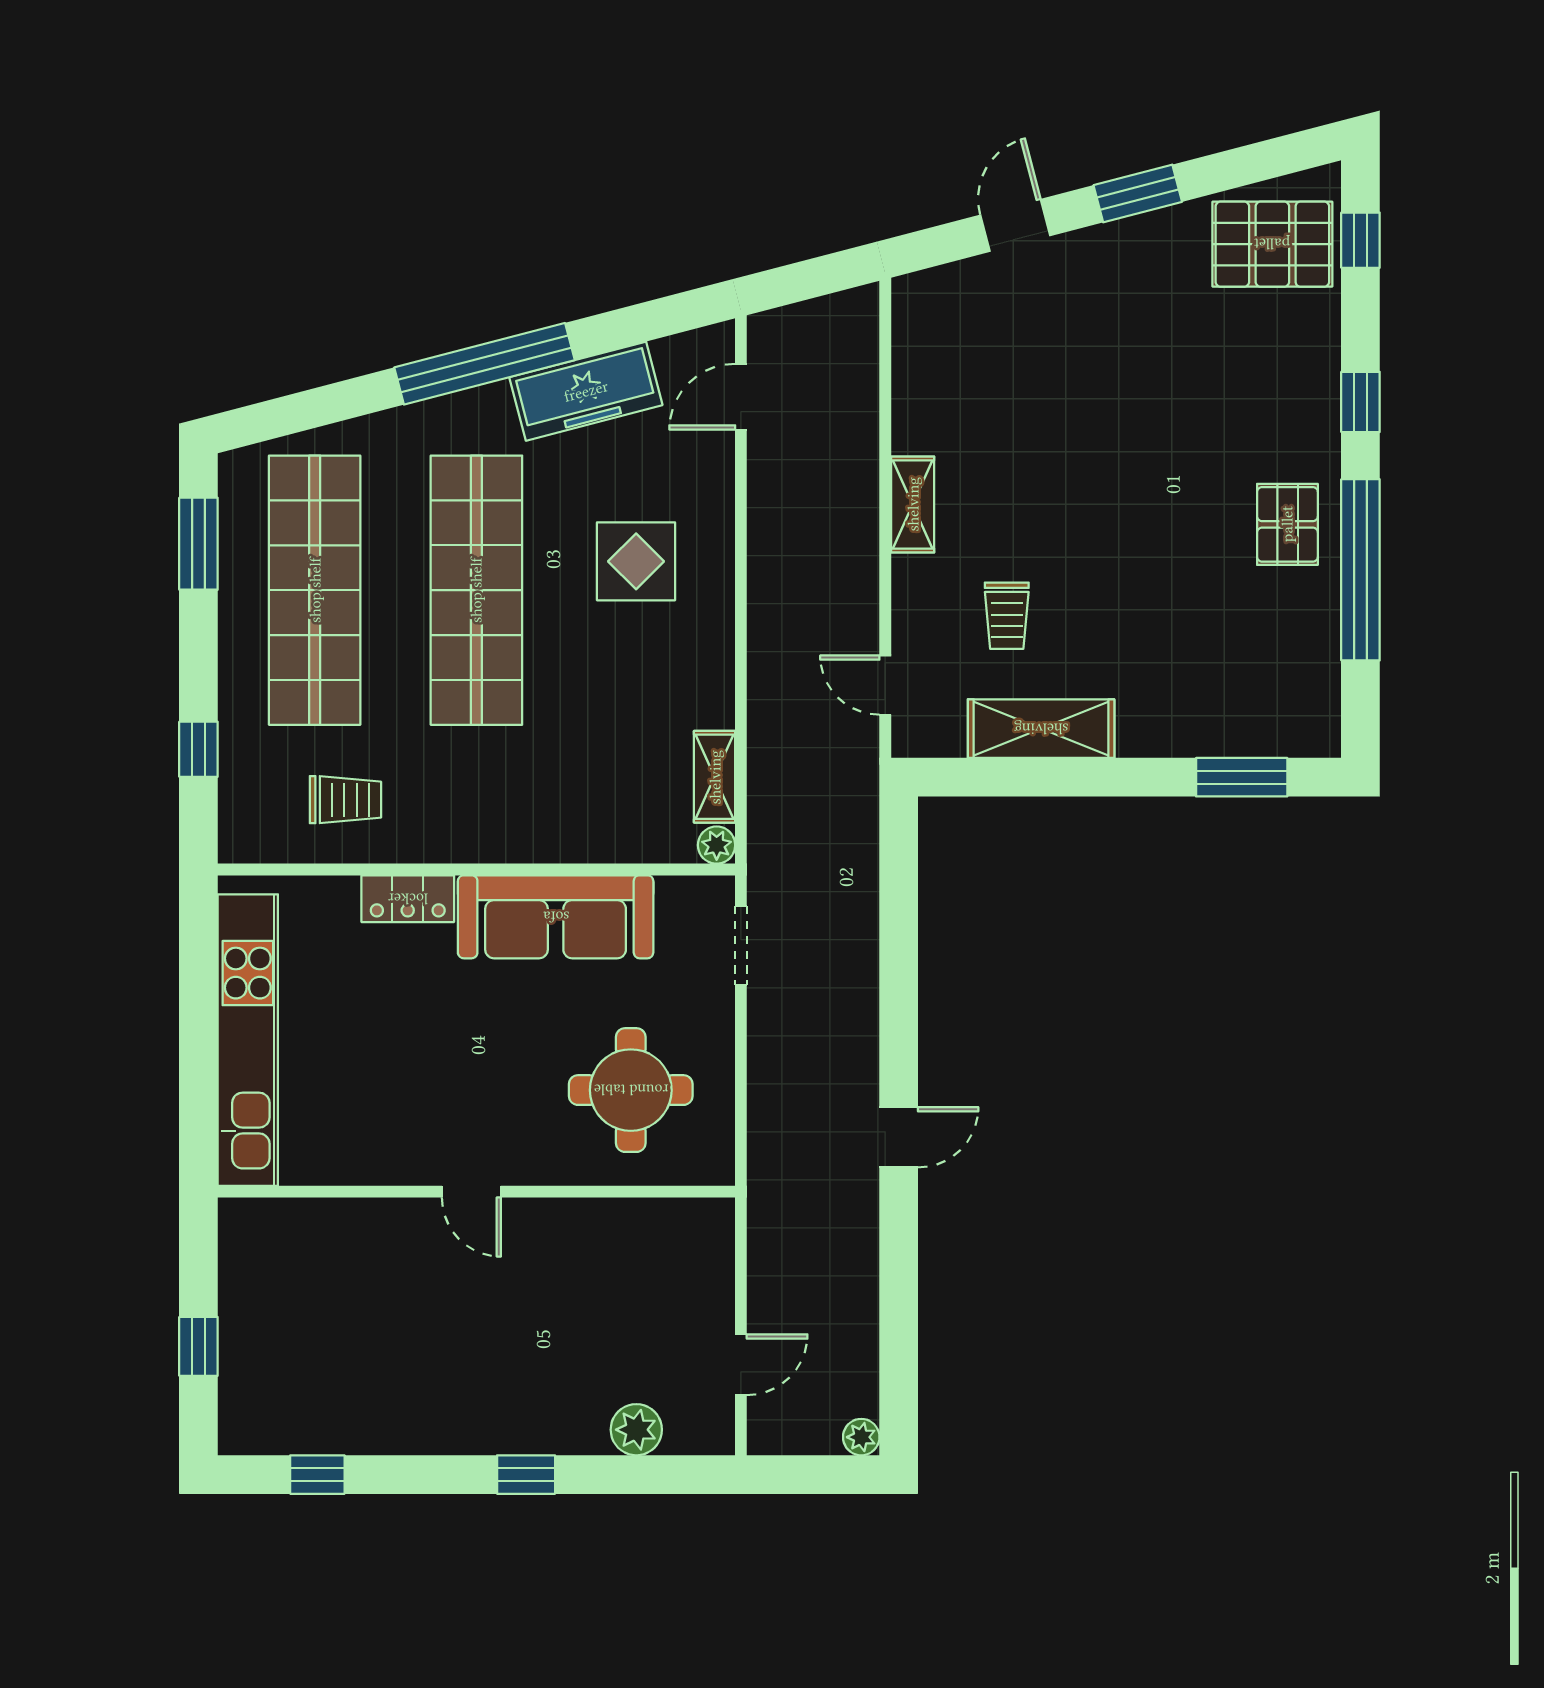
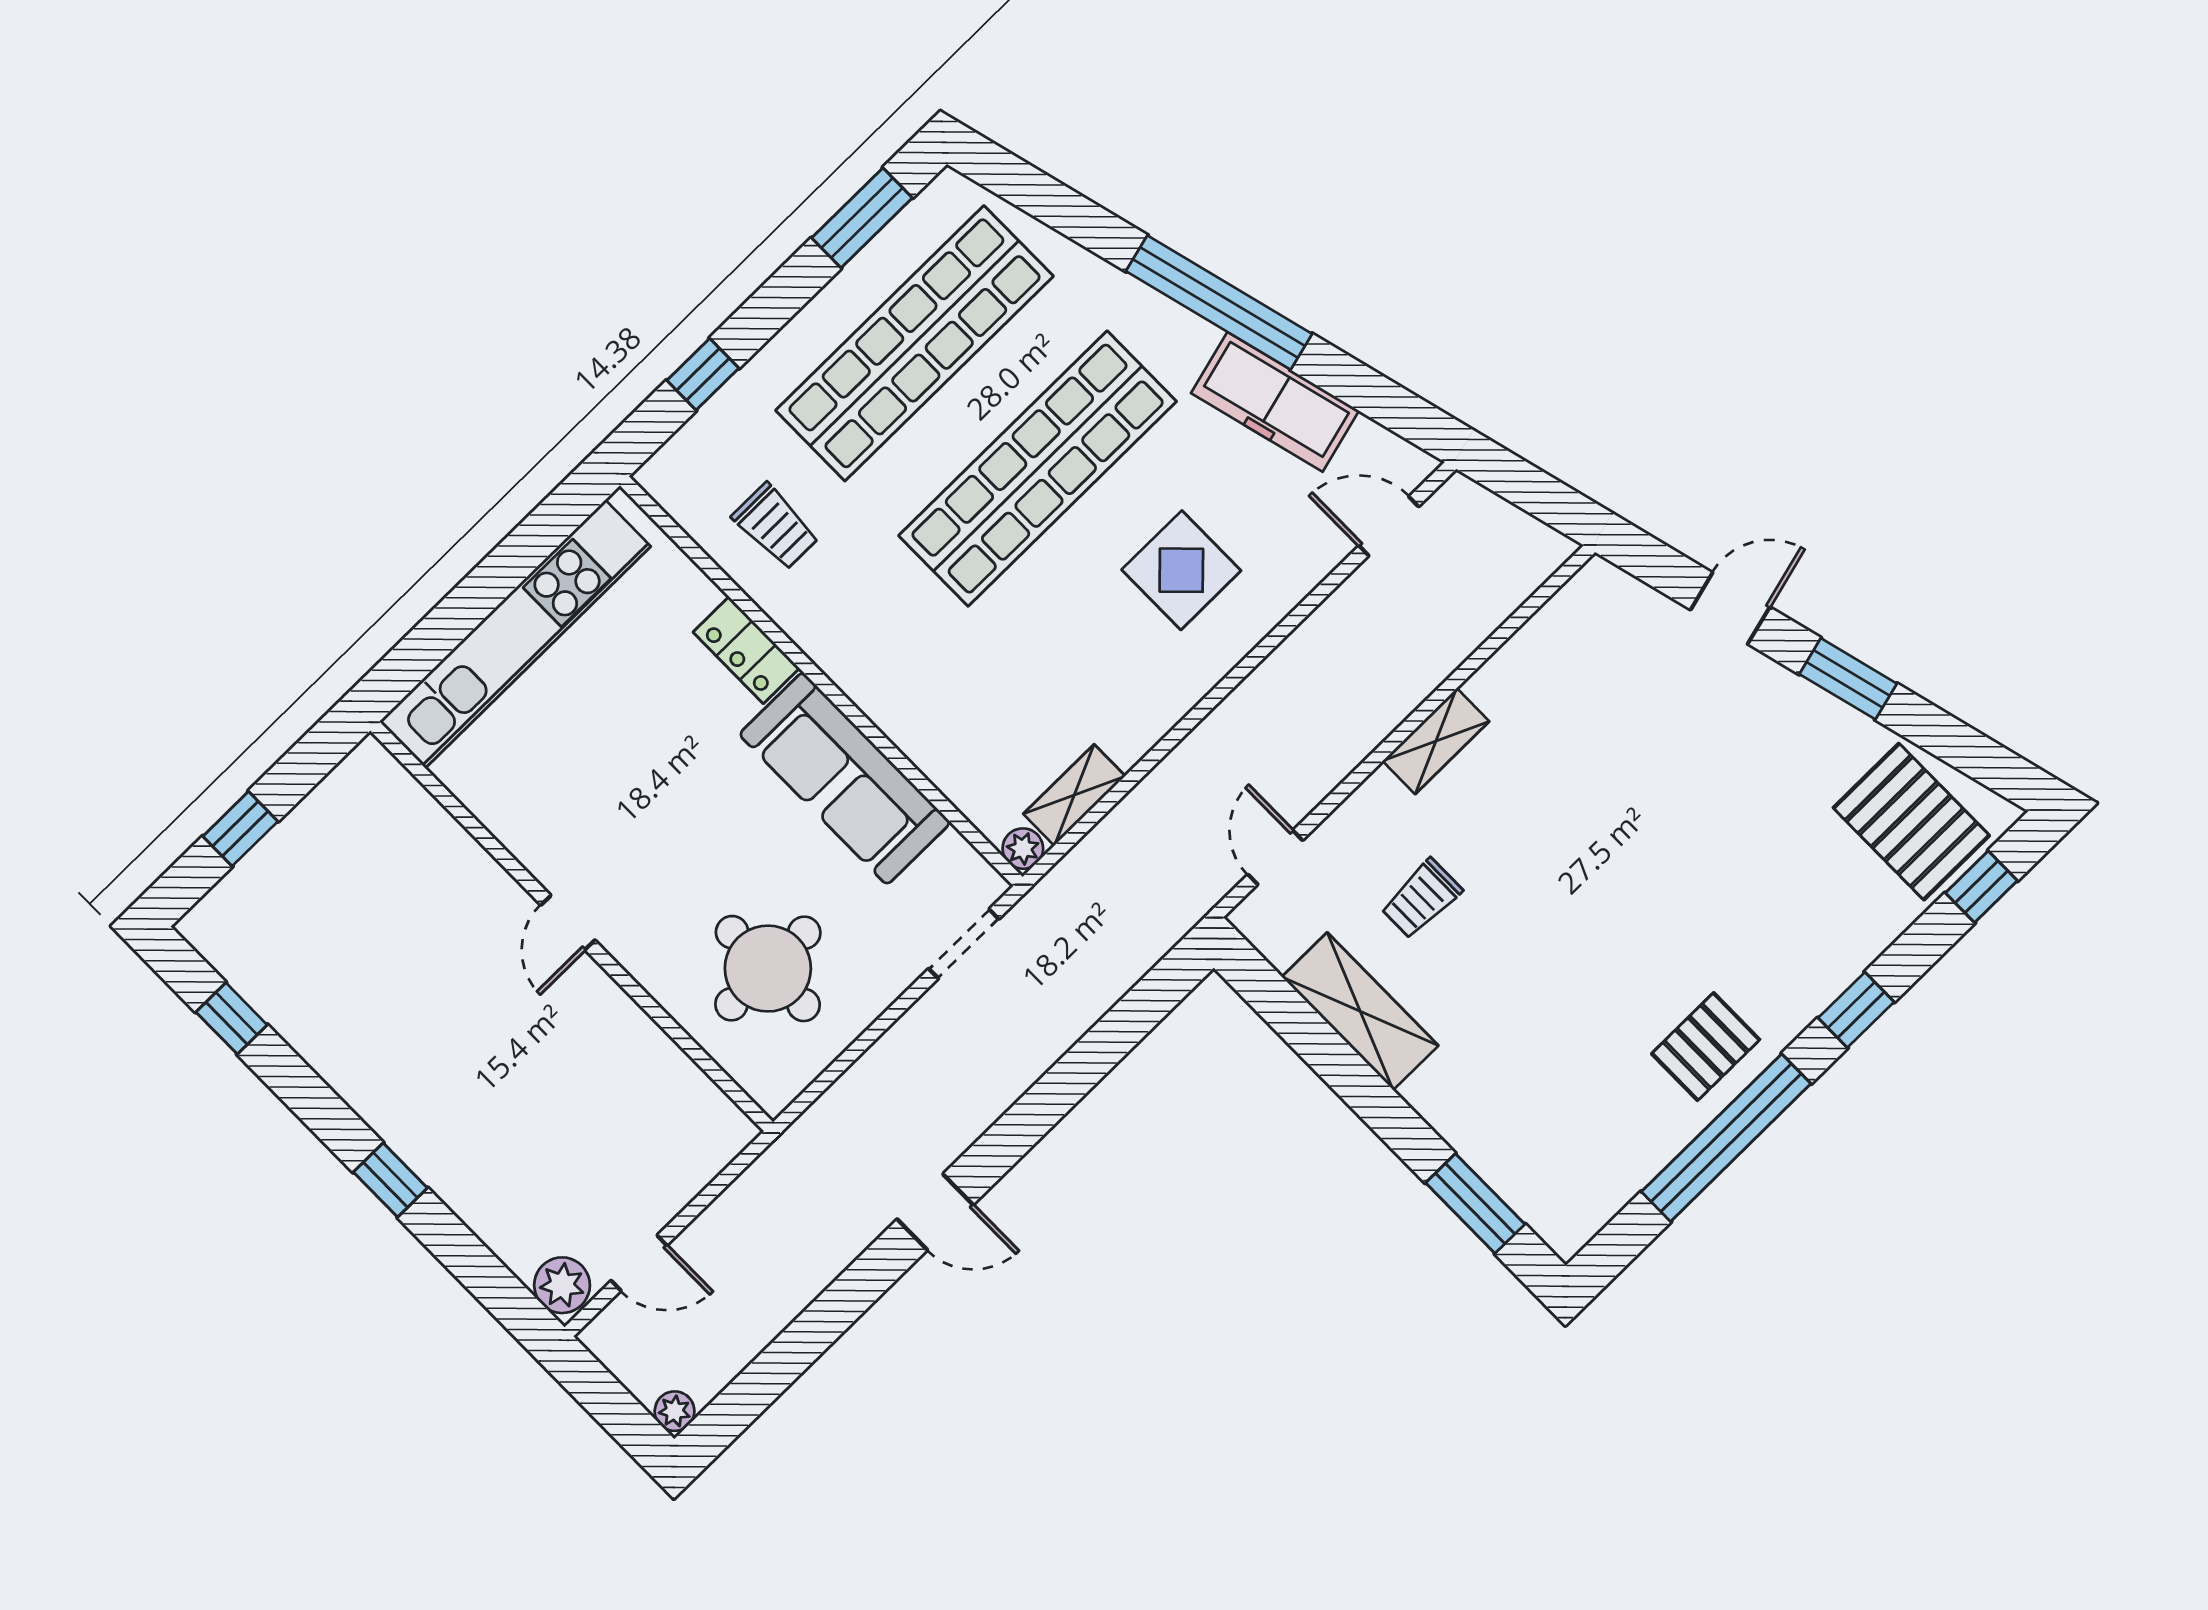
plant: (636, 1430) -> (562, 1285), moved

